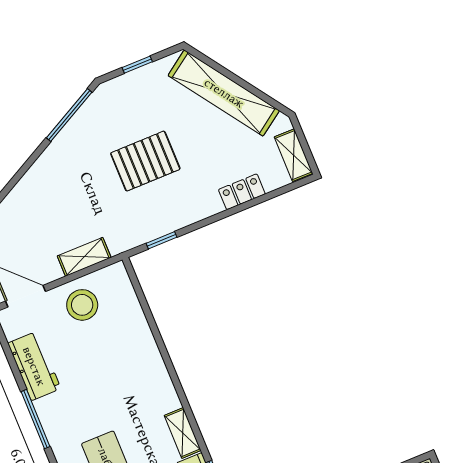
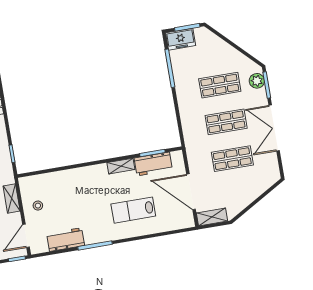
stool: (82, 305) -> (38, 206), width x0.53, depth x0.53

